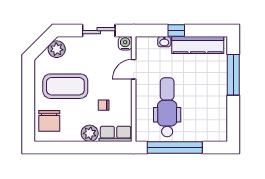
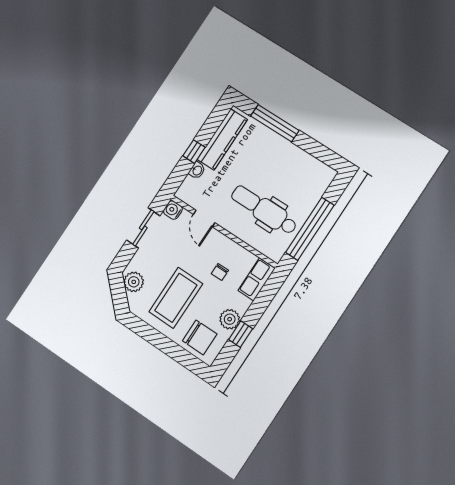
plant: (90, 133) -> (230, 319), moved
window: (71, 148) -> (241, 334), added

